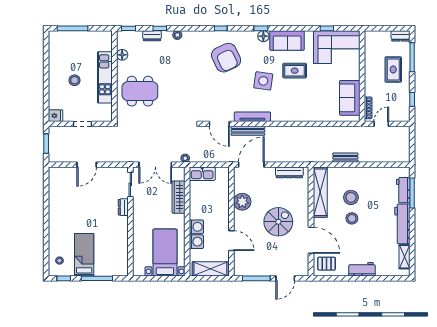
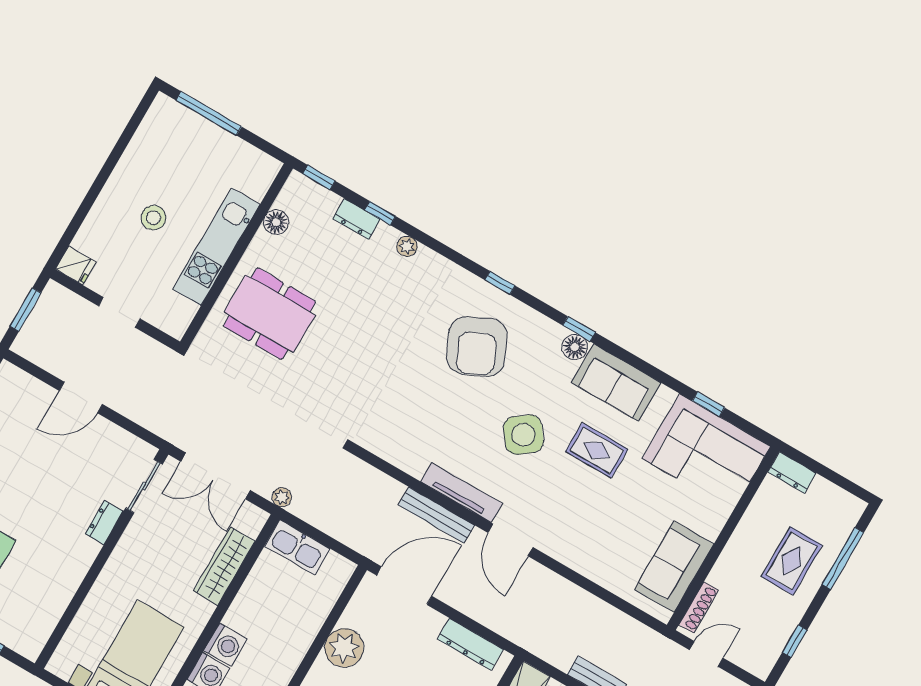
dresser: (401, 36) -> (792, 473), moved
side table: (263, 81) -> (523, 435), turned 45
door: (219, 124) -> (511, 540), moved

